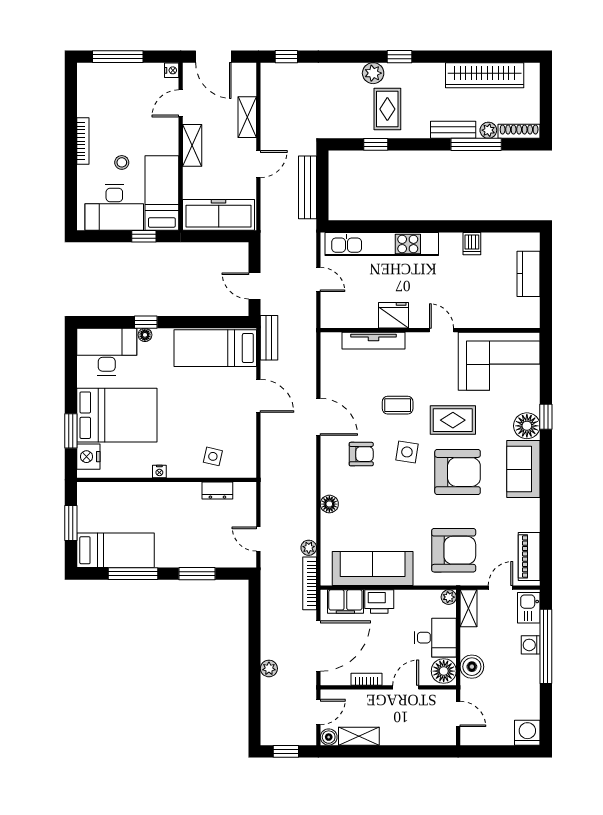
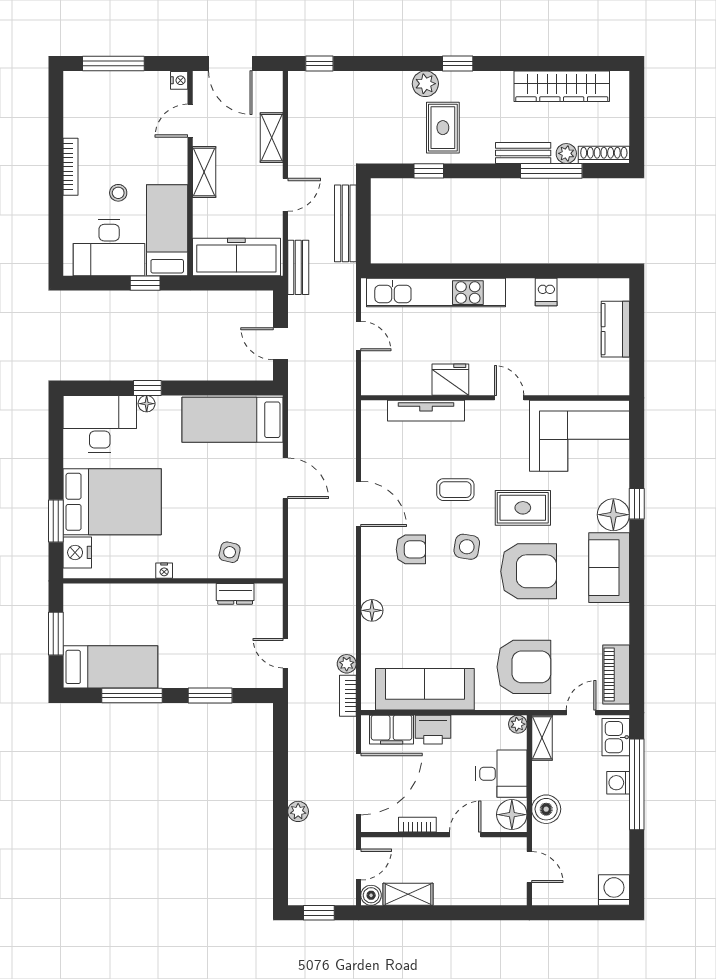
bench: (269, 338) -> (298, 267), moved
bookcase: (310, 583) -> (348, 696), width x0.64

